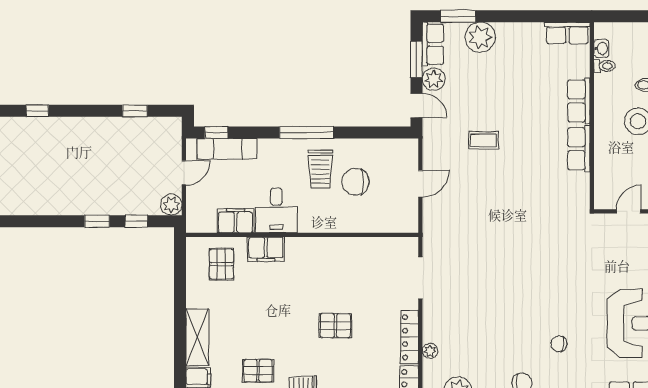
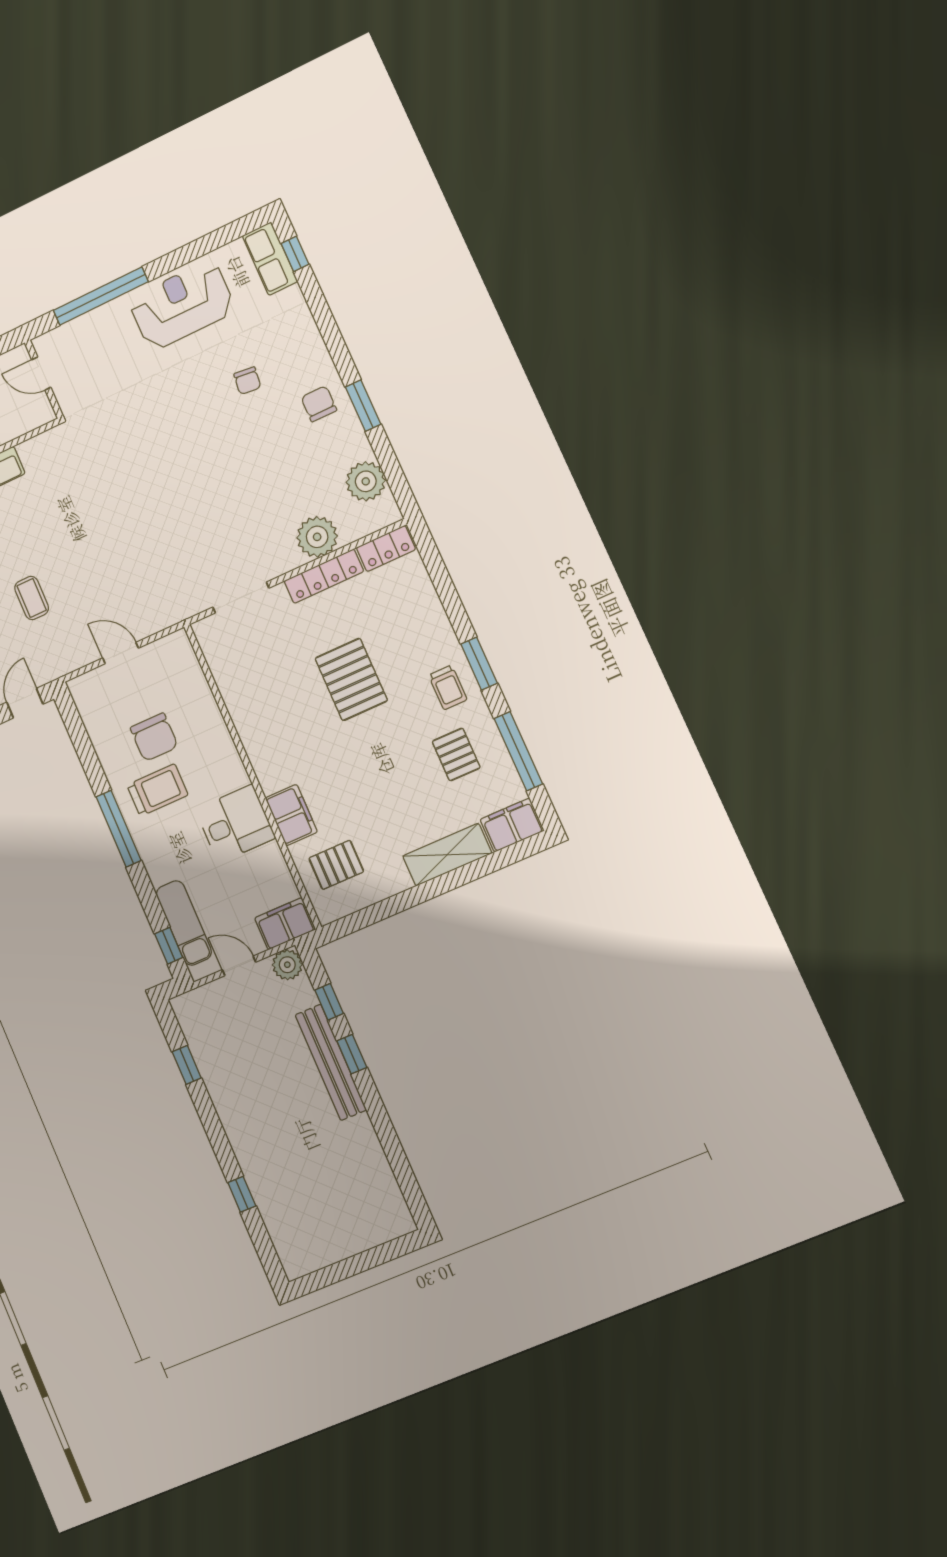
bench: (98, 205) -> (331, 1062), added
filing cabinet: (236, 221) -> (285, 924), moved, turned 90
pallet: (335, 326) -> (351, 679), width x1.50, depth x1.42
plant: (430, 351) -> (317, 537), width x1.88, depth x1.88

